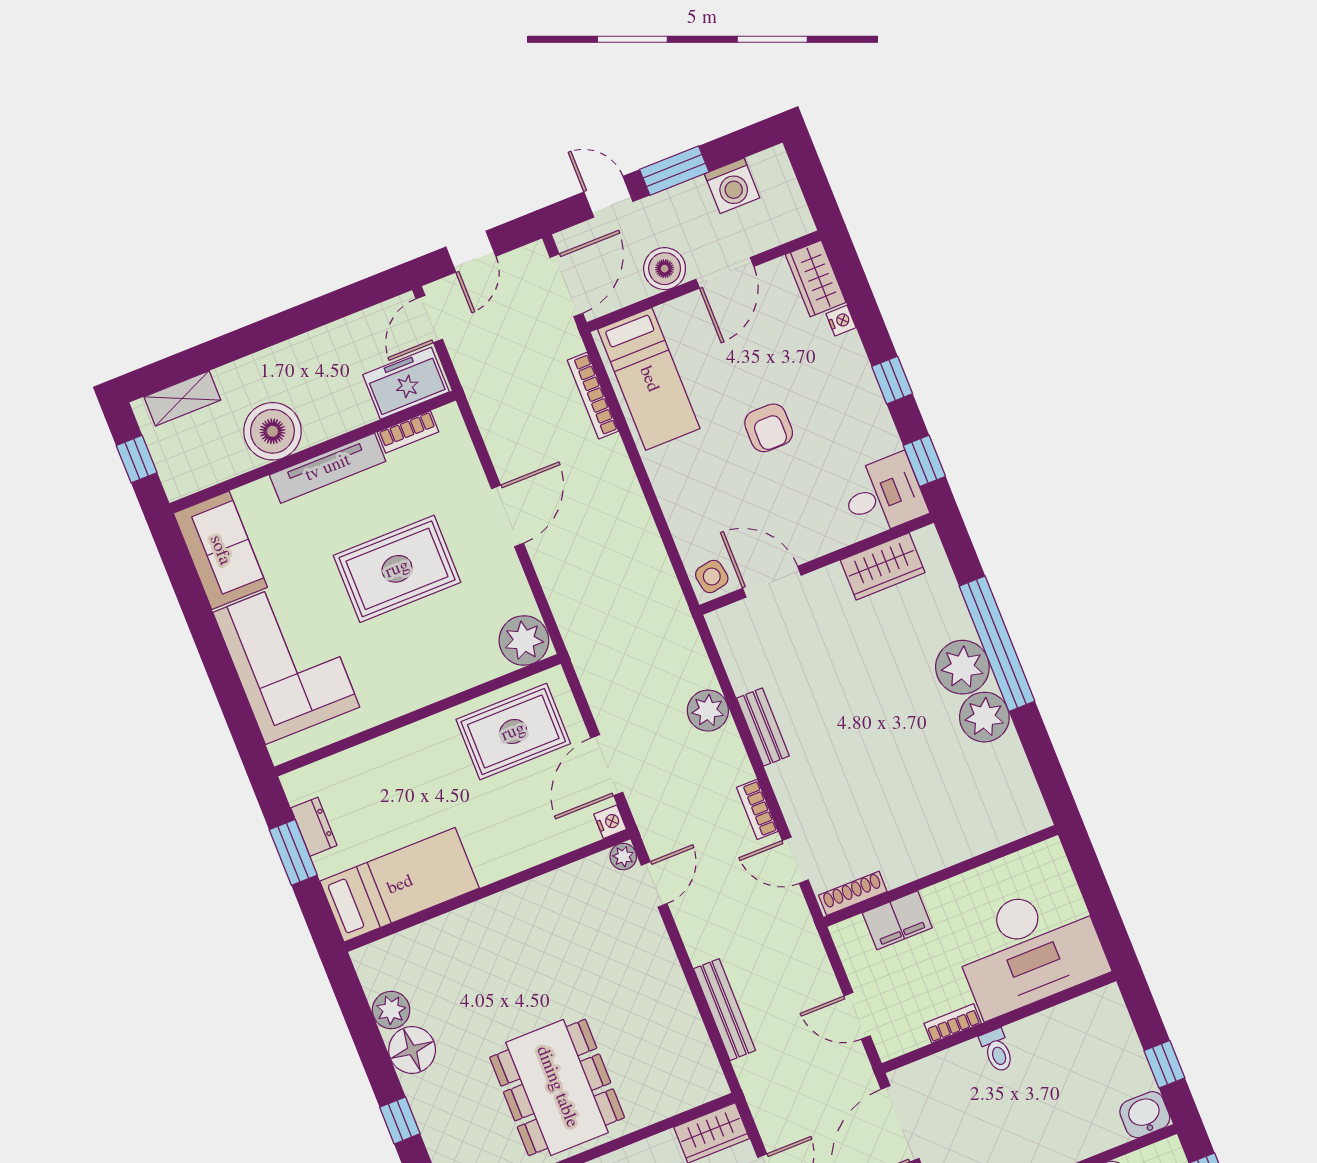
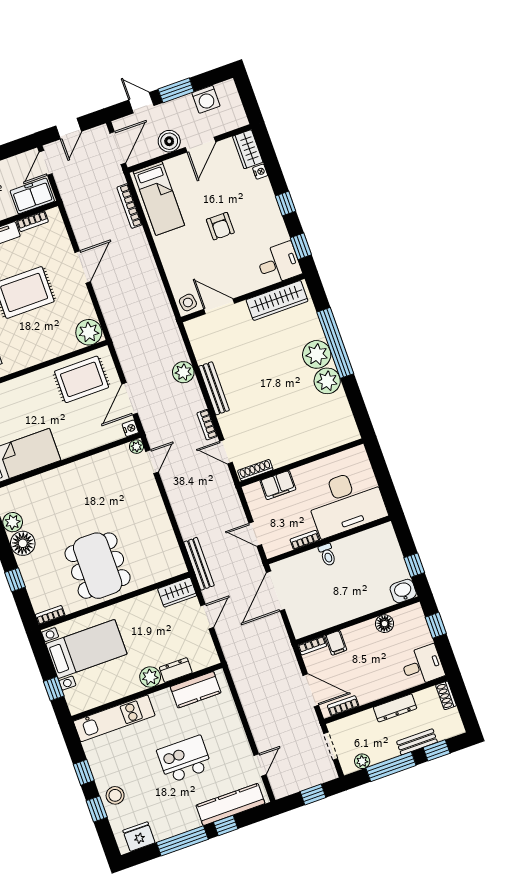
wardrobe: (883, 566) -> (277, 300), width x1.50
bench: (763, 727) -> (214, 388), width x1.36
bench: (725, 1010) -> (199, 564), moved

